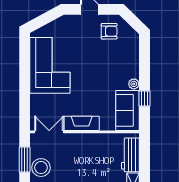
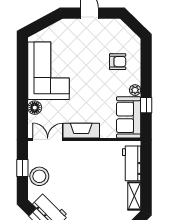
armchair: (109, 31) -> (118, 62), moved
floor lamp: (37, 101) -> (35, 108), added
window: (25, 160) -> (22, 168), width x0.67

